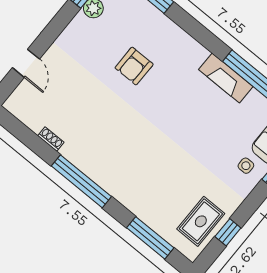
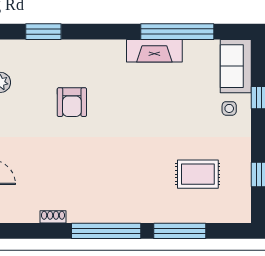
rug: (201, 221) -> (198, 174), moved, turned 90
window: (150, 238) -> (180, 231), moved

